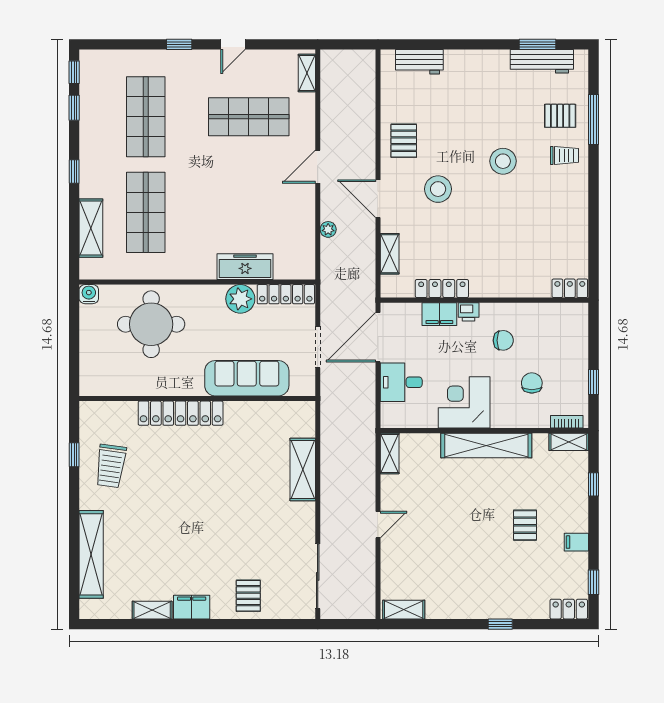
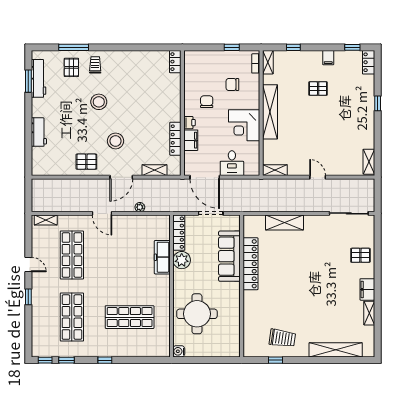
workbench: (419, 62) -> (39, 132), moved
shop shelf: (146, 117) -> (72, 317), turned 90
shelving: (91, 228) -> (139, 350), removed
locker: (181, 413) -> (251, 264), moved

